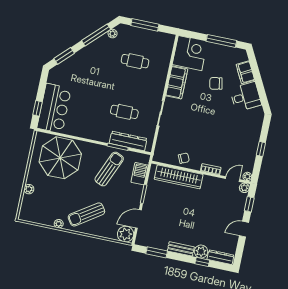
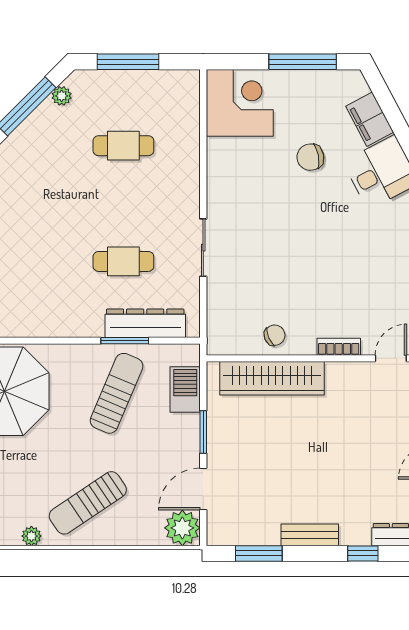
filing cabinet: (177, 82) -> (224, 173), removed
plant: (201, 252) -> (355, 531), removed

